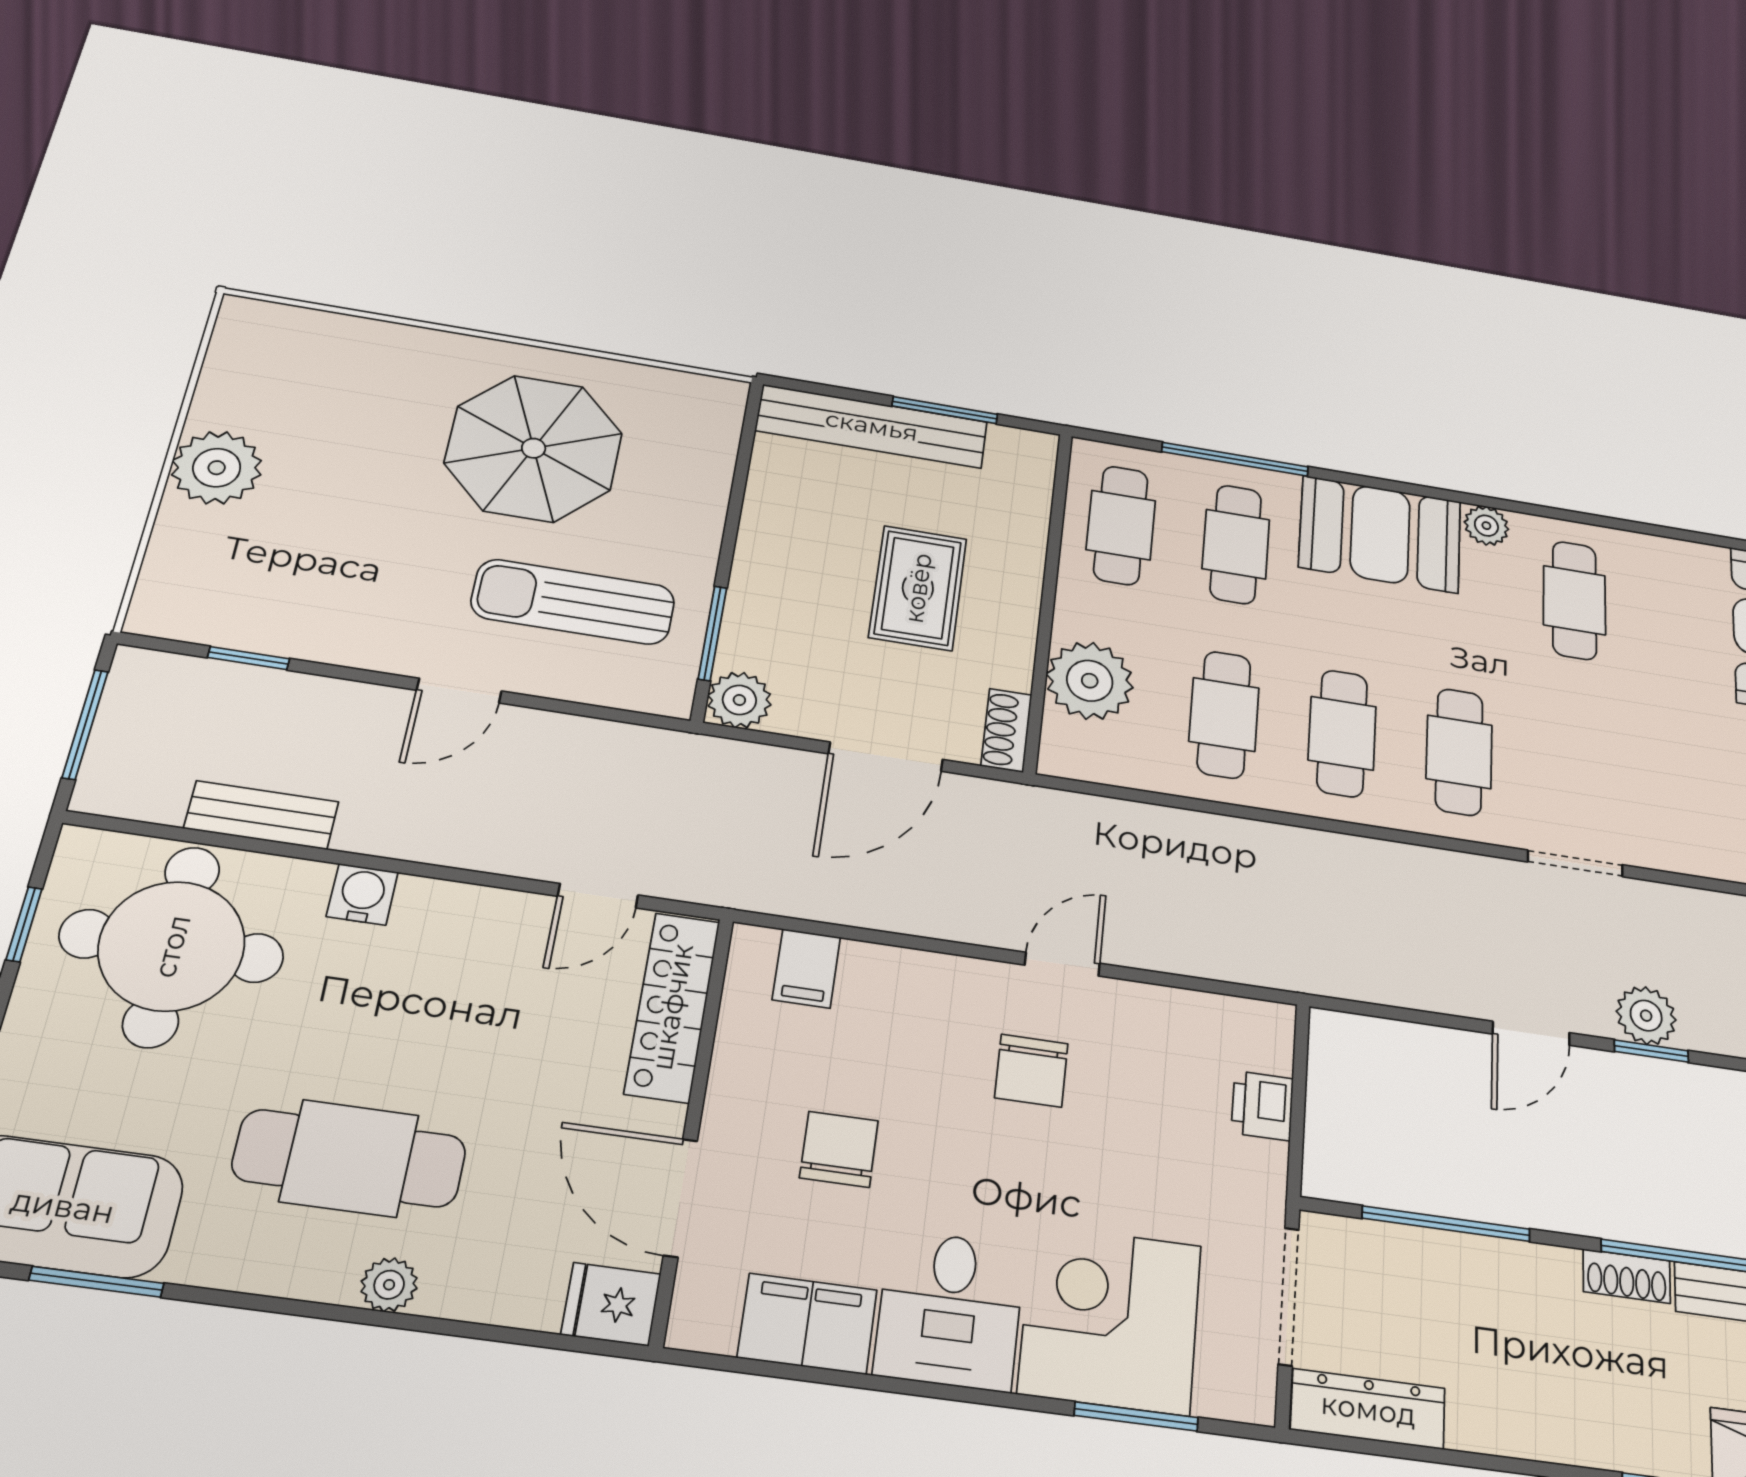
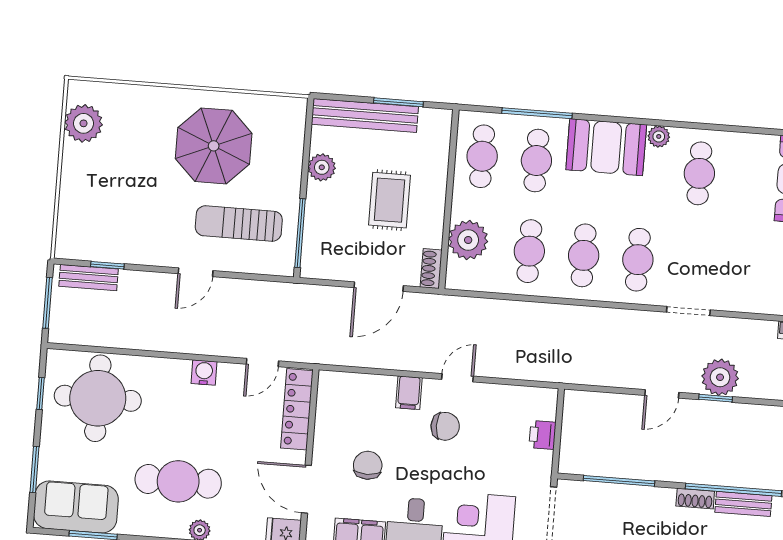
plant: (217, 468) -> (84, 123), moved
window: (712, 633) -> (300, 233), width x1.44
plant: (739, 700) -> (322, 167), moved
bench: (261, 815) -> (89, 278), moved
water cooler: (362, 894) -> (204, 373), moved
filing cabinet: (806, 968) -> (409, 393), moved
plant: (1646, 1016) -> (720, 377), width x1.36, depth x1.36
chair: (1031, 1071) -> (445, 426), turned -90

